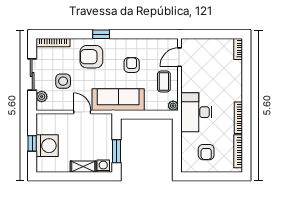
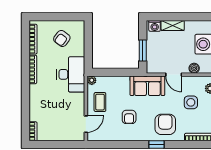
armchair: (91, 57) -> (165, 124), turned -90
sofa: (118, 100) -> (147, 86), width x0.73
boiler: (59, 119) -> (194, 68), added
window: (116, 151) -> (143, 51), moved
armchair: (206, 152) -> (62, 38), turned -143

